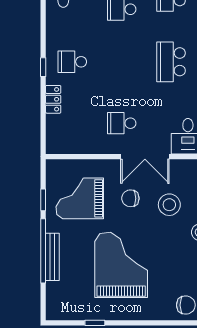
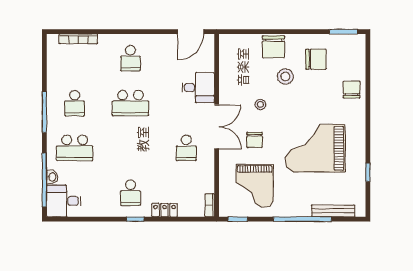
bookcase: (58, 149) -> (210, 205), added
window: (43, 200) -> (238, 219), moved
stool: (169, 205) -> (260, 105), width x0.53, depth x0.53
bench: (52, 257) -> (333, 211), moved

